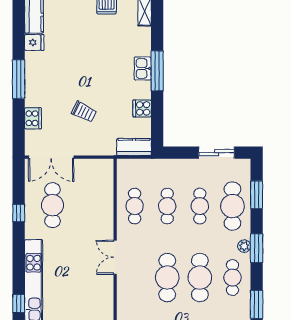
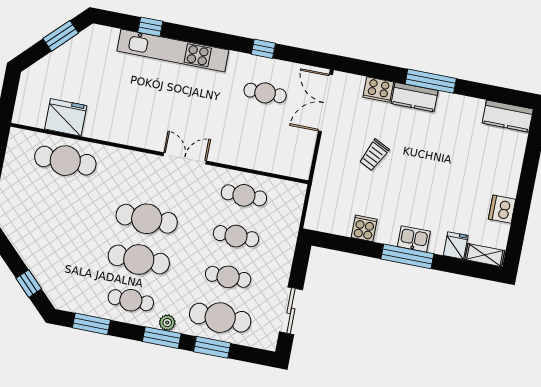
fridge: (34, 43) -> (456, 246), moved, turned 180
kitchen counter: (134, 147) -> (415, 97), moved, turned 90
window: (257, 195) -> (212, 347), moved
cafe table: (53, 205) -> (265, 93), width x0.73, depth x0.74

